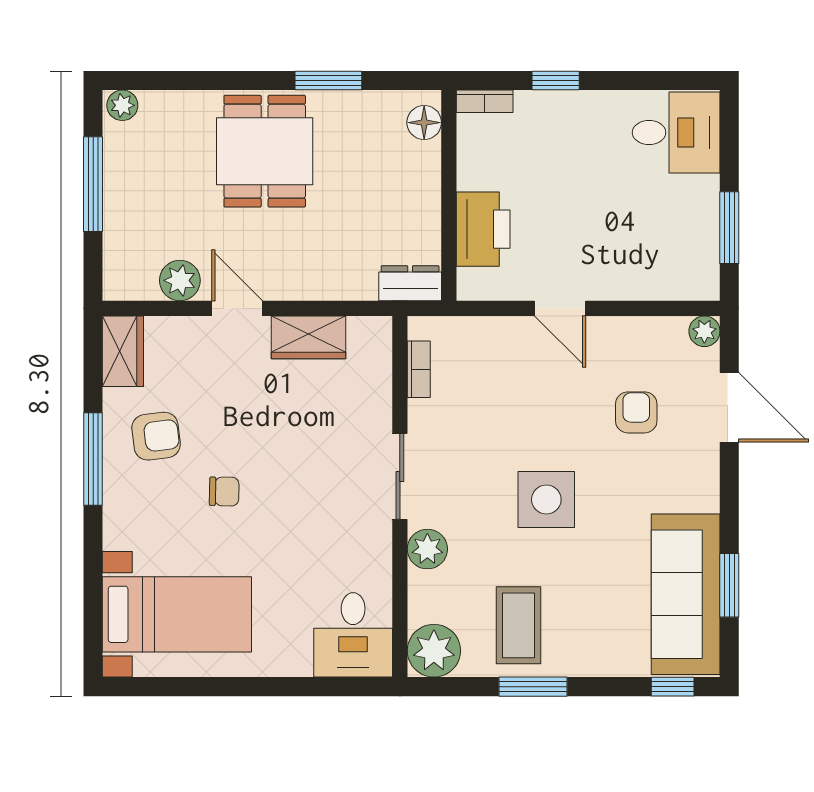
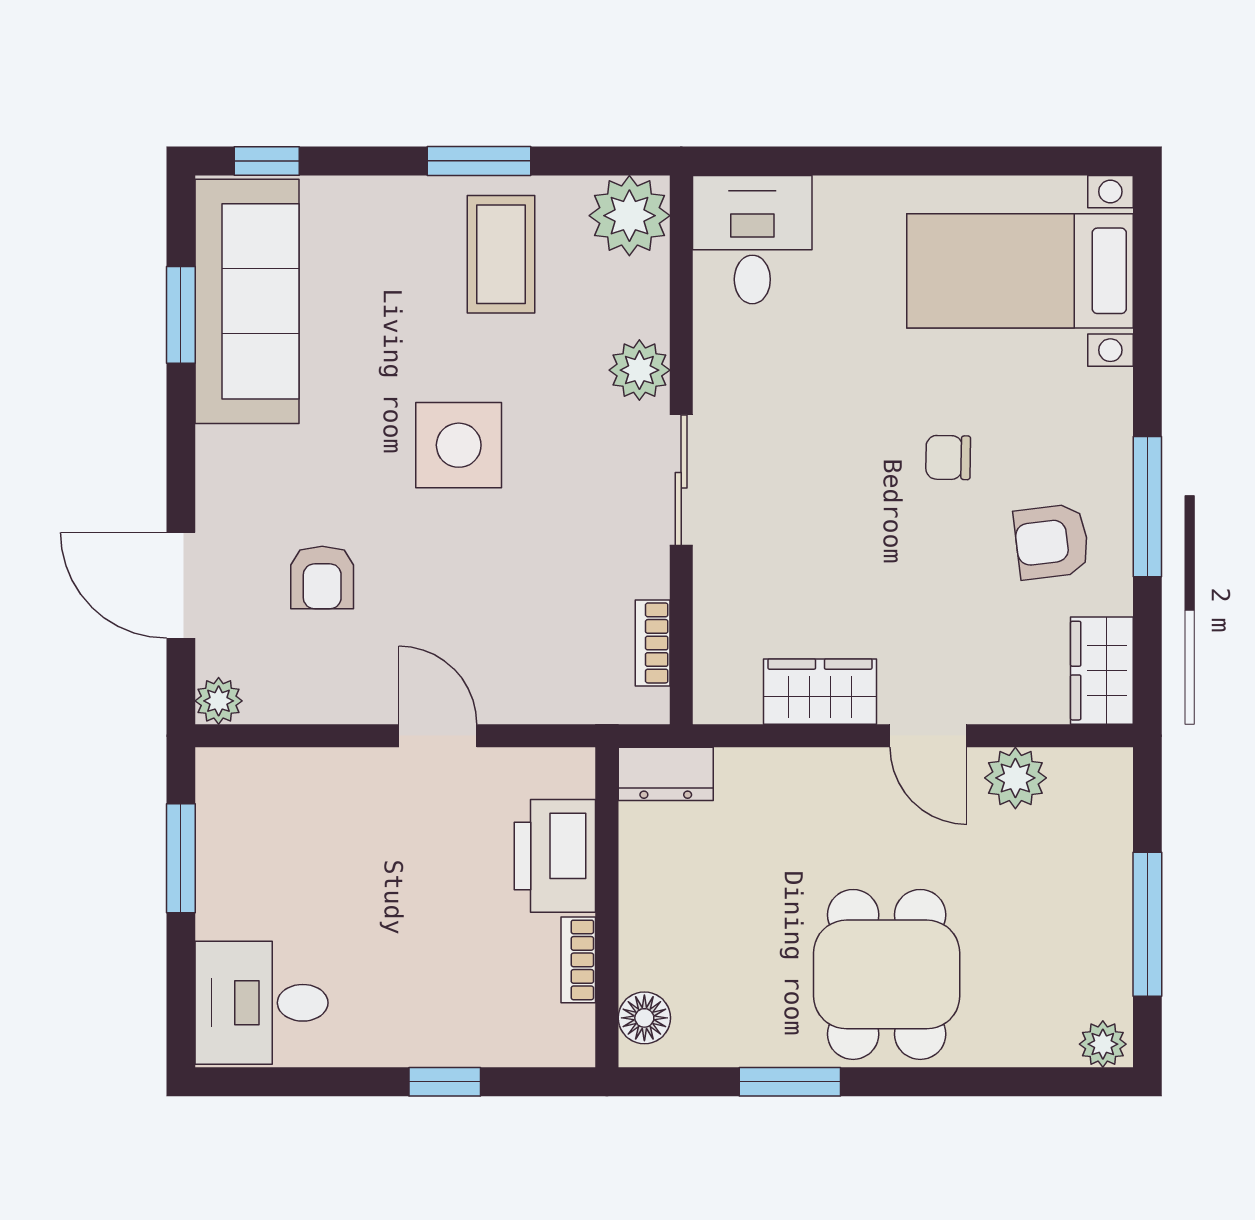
bookcase: (485, 101) -> (578, 960), moved, turned -90

